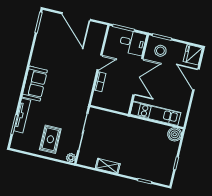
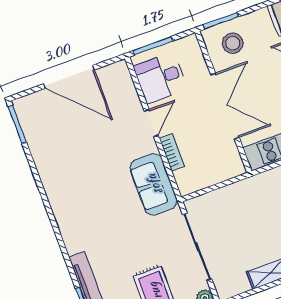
desk: (133, 43) -> (160, 78), moved, turned 180
sofa: (35, 84) -> (154, 184), moved, turned 180

